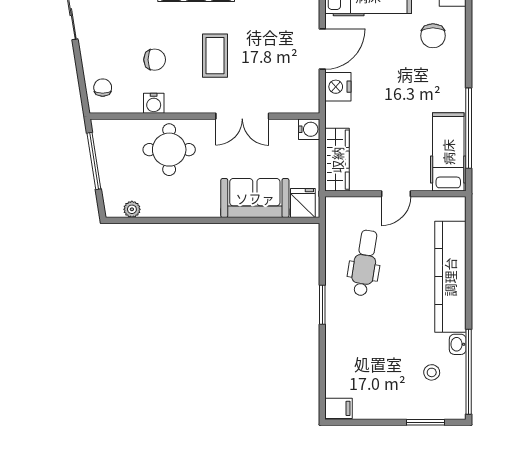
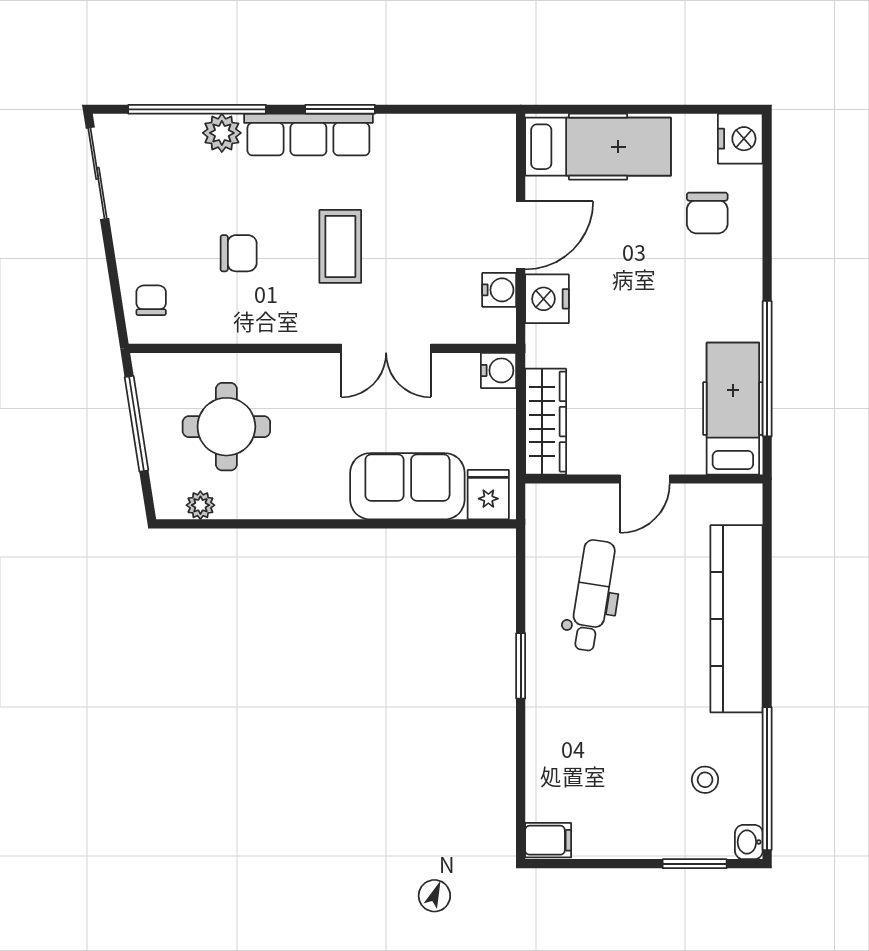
water cooler: (154, 103) -> (499, 290), moved, turned -90
round table: (169, 150) -> (226, 427), moved
washbasin: (458, 344) -> (749, 842), moved

